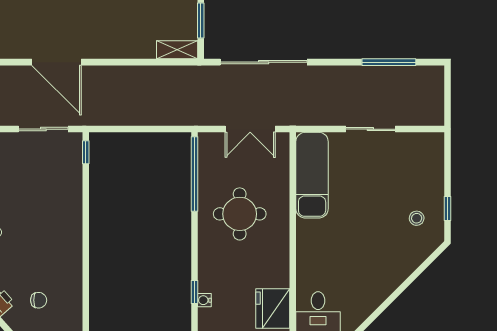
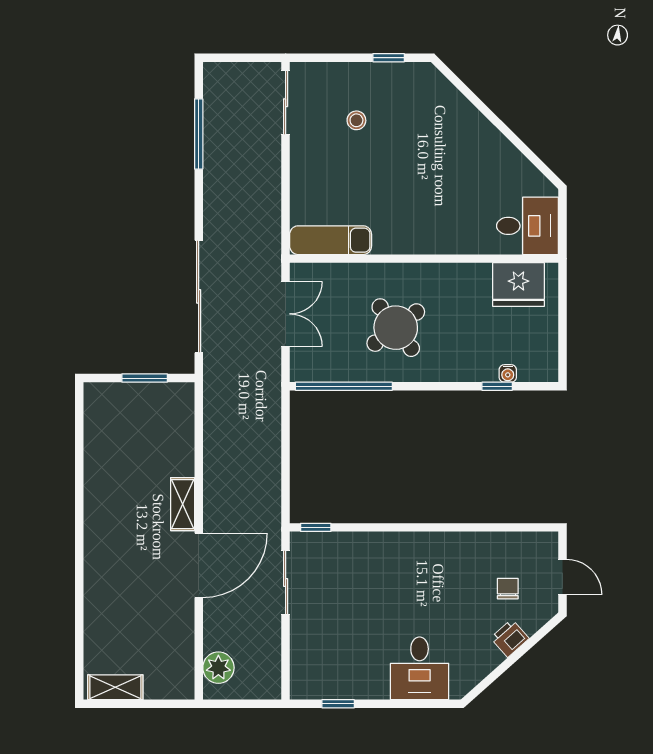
shelving: (177, 50) -> (183, 504), moved
sliding door: (370, 129) -> (286, 103), moved
exam couch: (312, 175) -> (331, 240), width x0.73, depth x0.69
round table: (240, 214) -> (396, 328), turned -37
stool: (417, 218) -> (356, 120), moved

